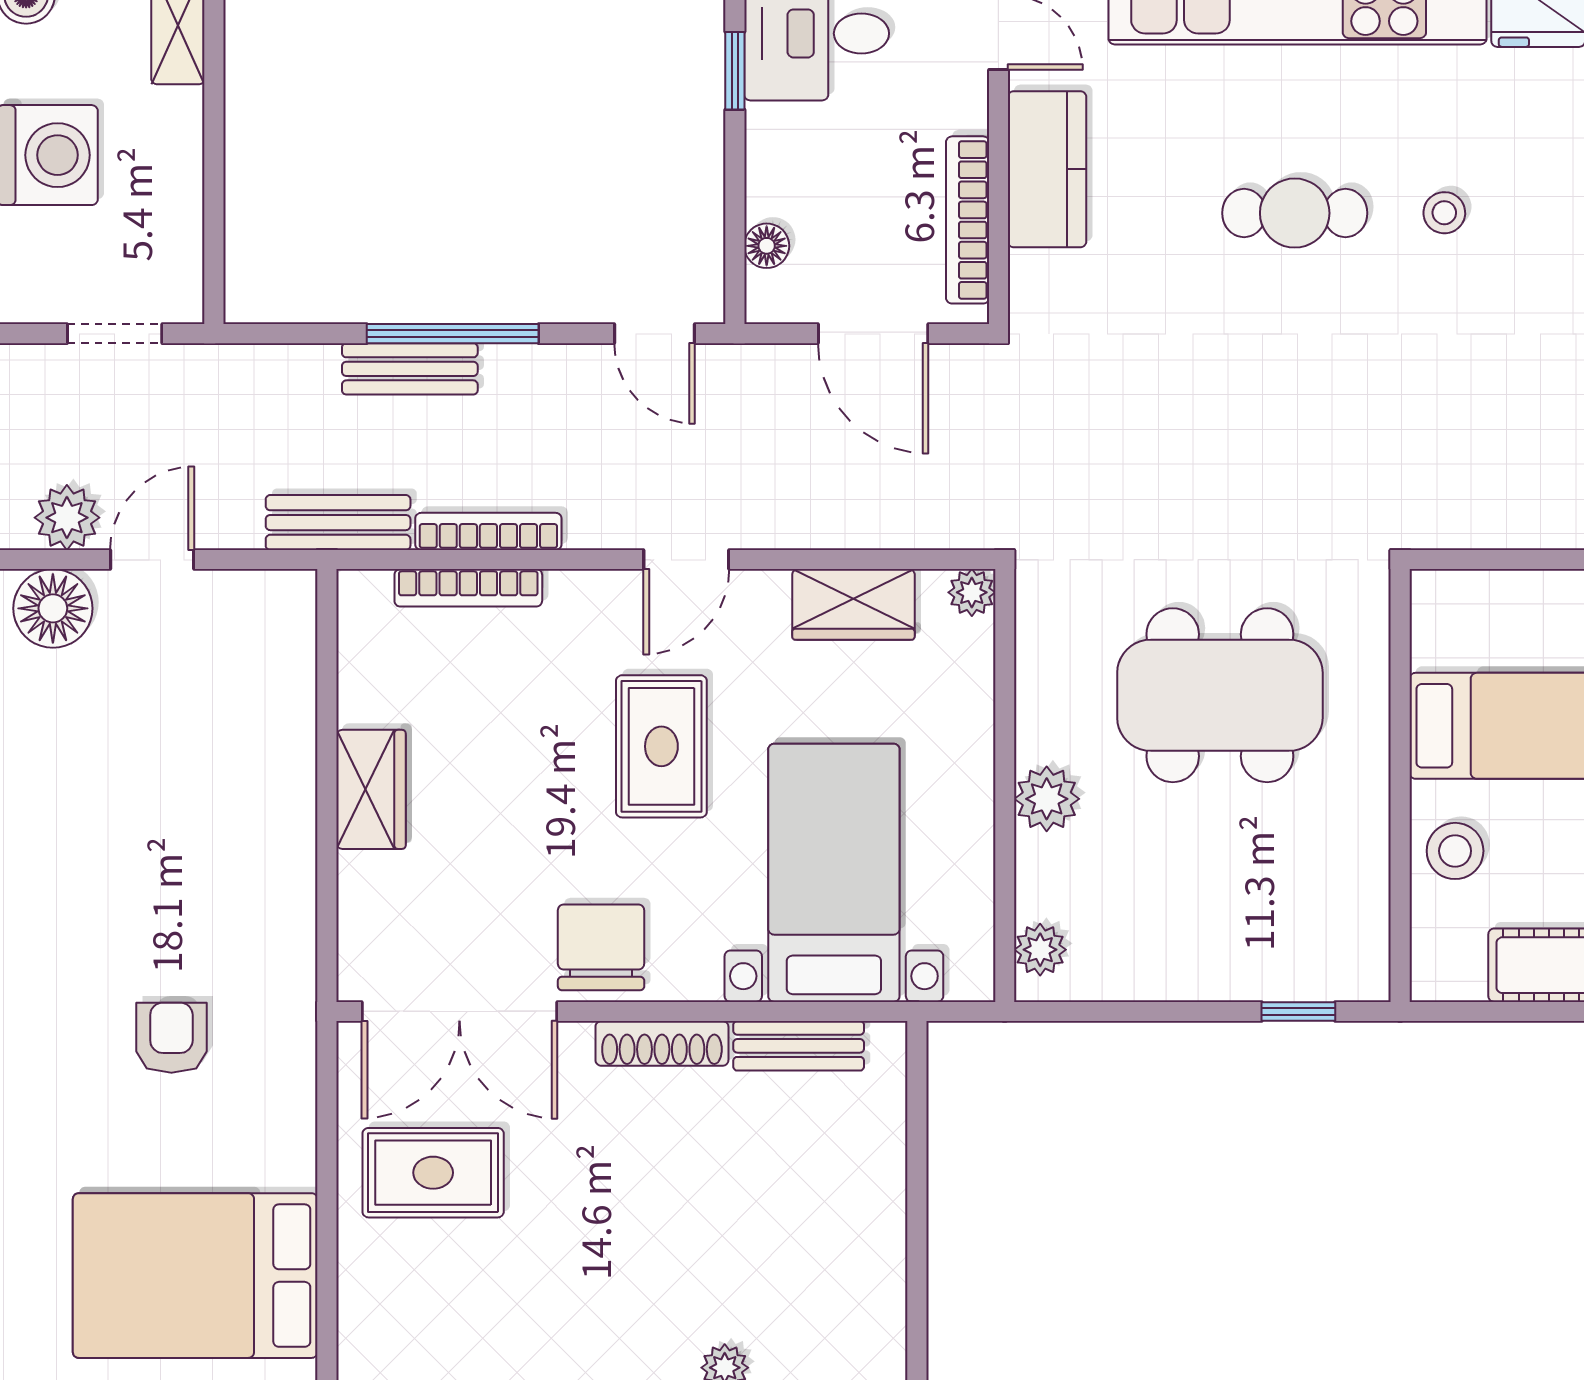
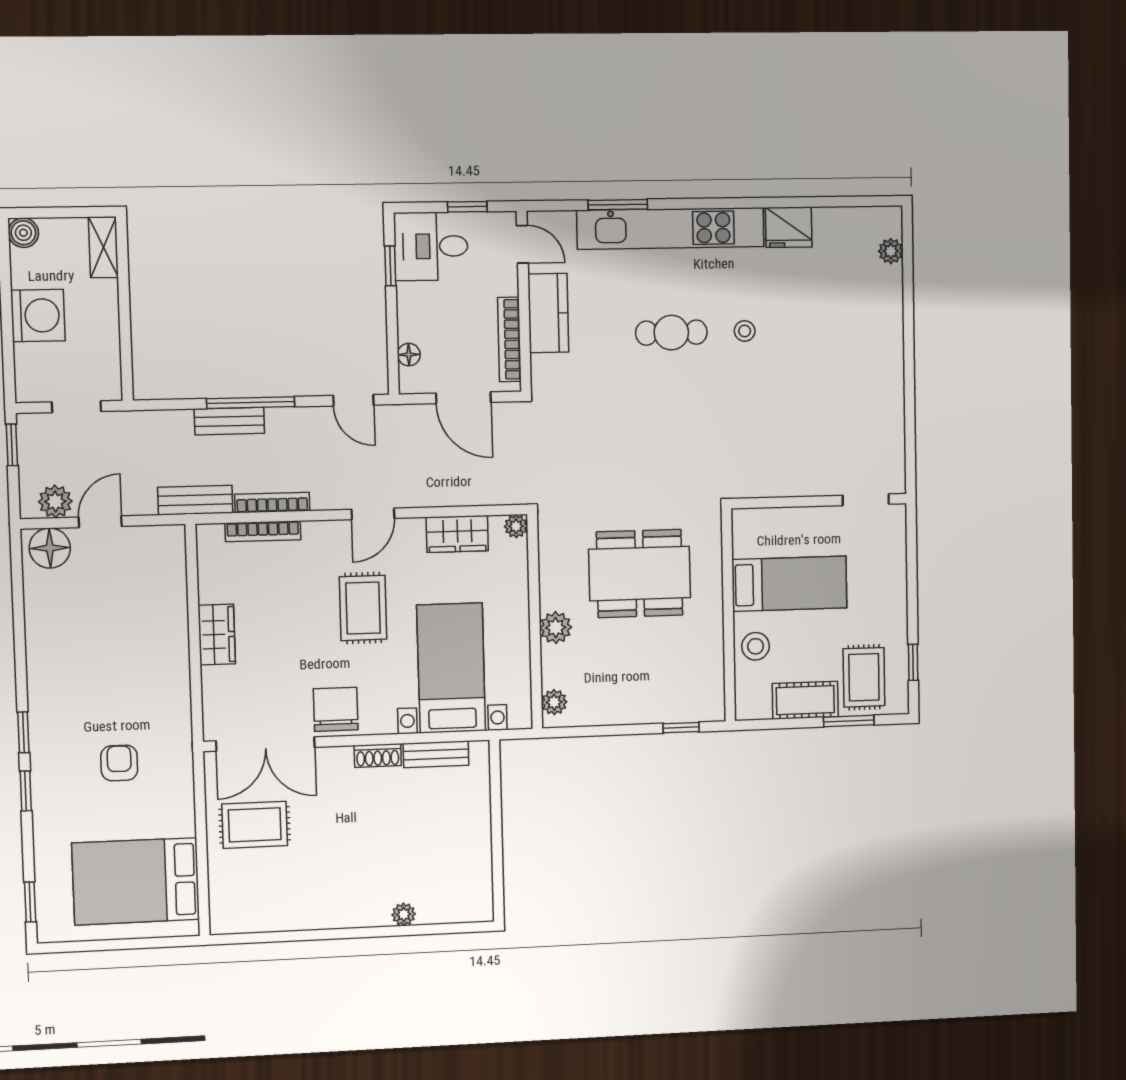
shoe rack: (662, 1043) -> (378, 755), width x0.70

